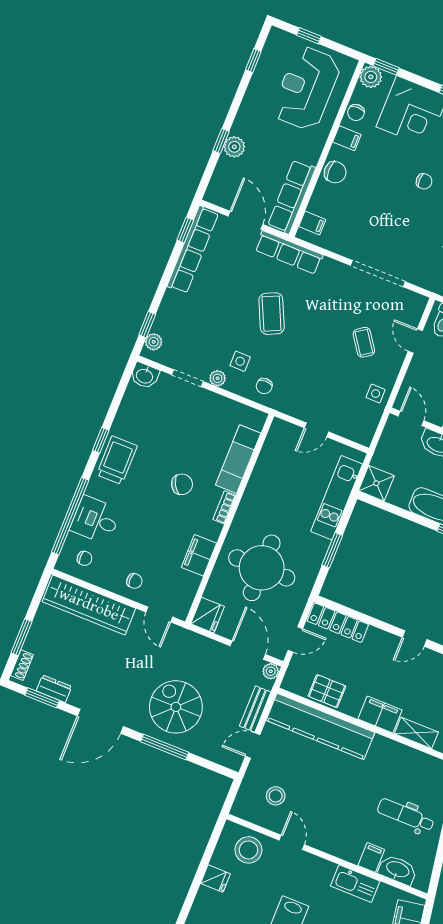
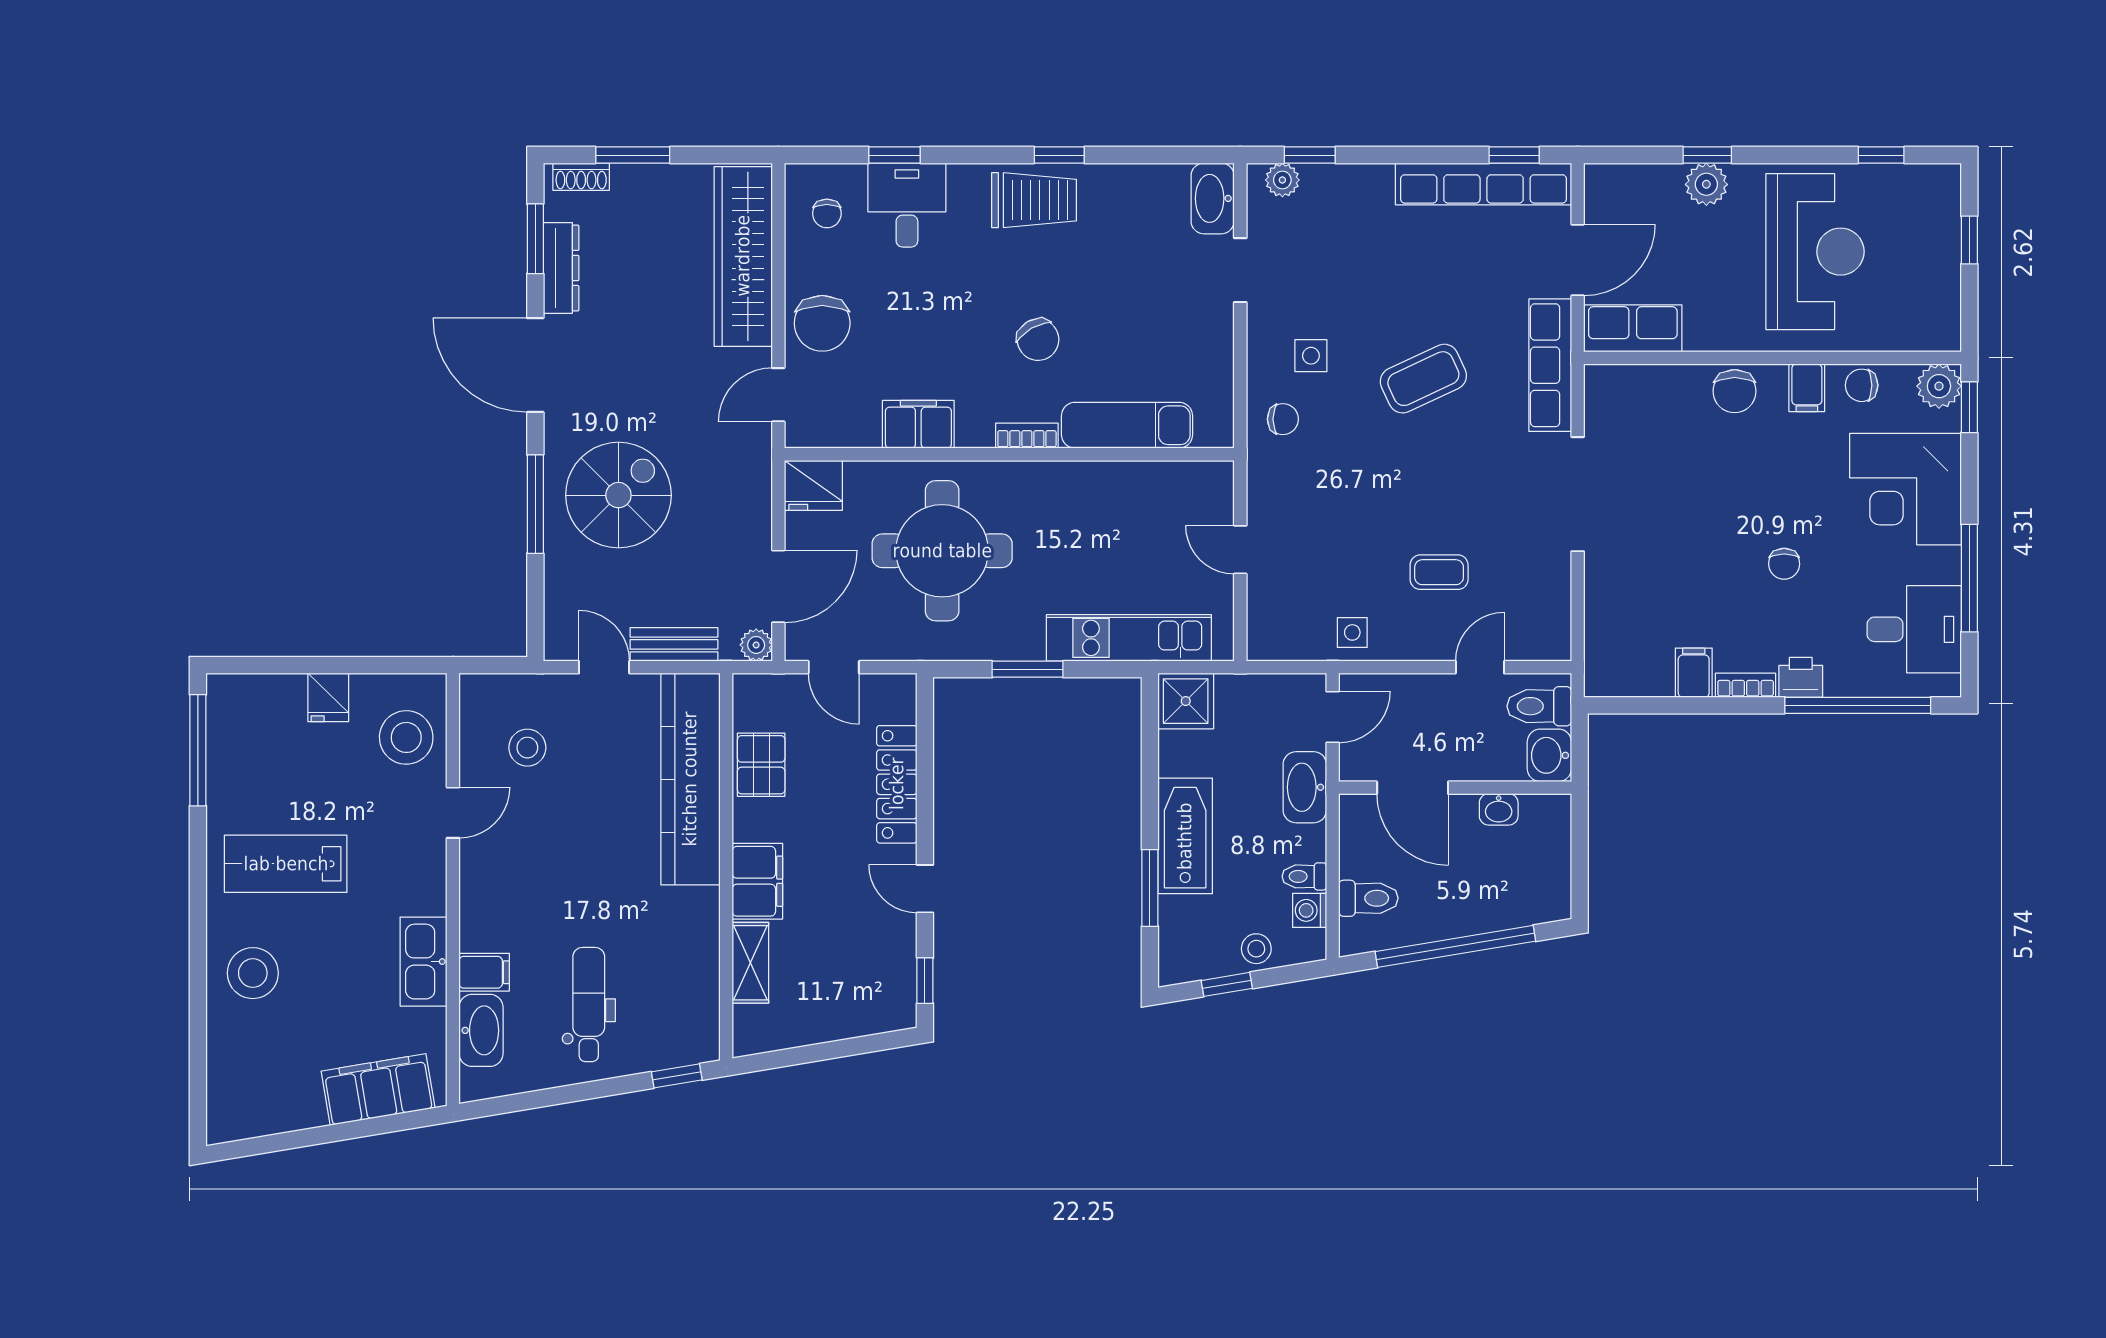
reception desk: (306, 88) -> (1815, 252), moved, turned 90
row of seats: (292, 197) -> (1633, 328), width x0.68
filing cabinet: (312, 223) -> (1623, 387), removed
doorway: (378, 274) -> (1578, 494), moved
coffee table: (364, 342) -> (1439, 572), turned 35
washbasin: (145, 376) -> (1213, 198), width x1.38
plant: (218, 378) -> (1262, 326), removed
chair: (264, 386) -> (1283, 419), turned 180
window: (70, 516) -> (895, 155), width x0.32
chair: (134, 581) -> (822, 323), width x1.87, depth x1.87
locker: (338, 623) -> (897, 784), moved
dresser: (54, 689) -> (561, 268), width x1.44

